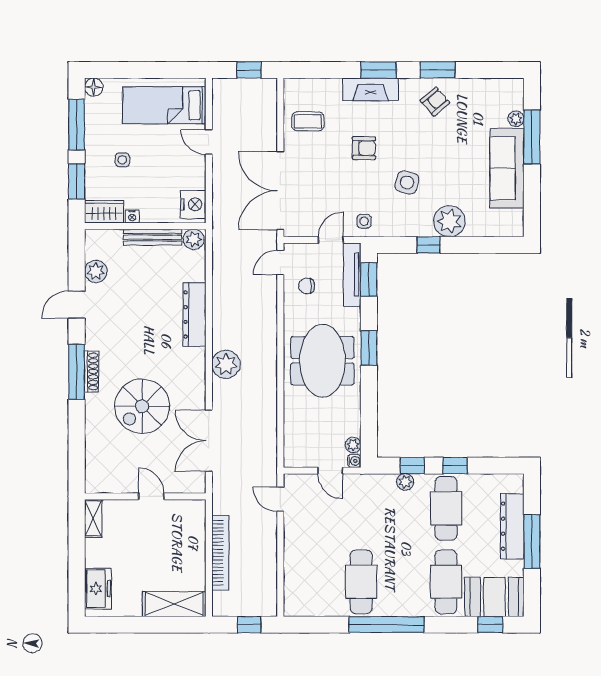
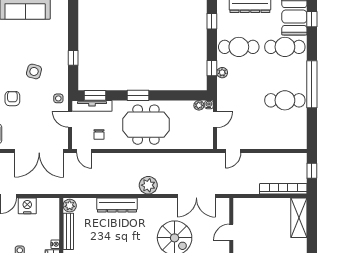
nightstand: (193, 204) -> (27, 206), moved
plant: (449, 221) -> (58, 45), removed
window: (455, 466) -> (212, 21), moved
bookcase: (220, 553) -> (283, 189), moved

